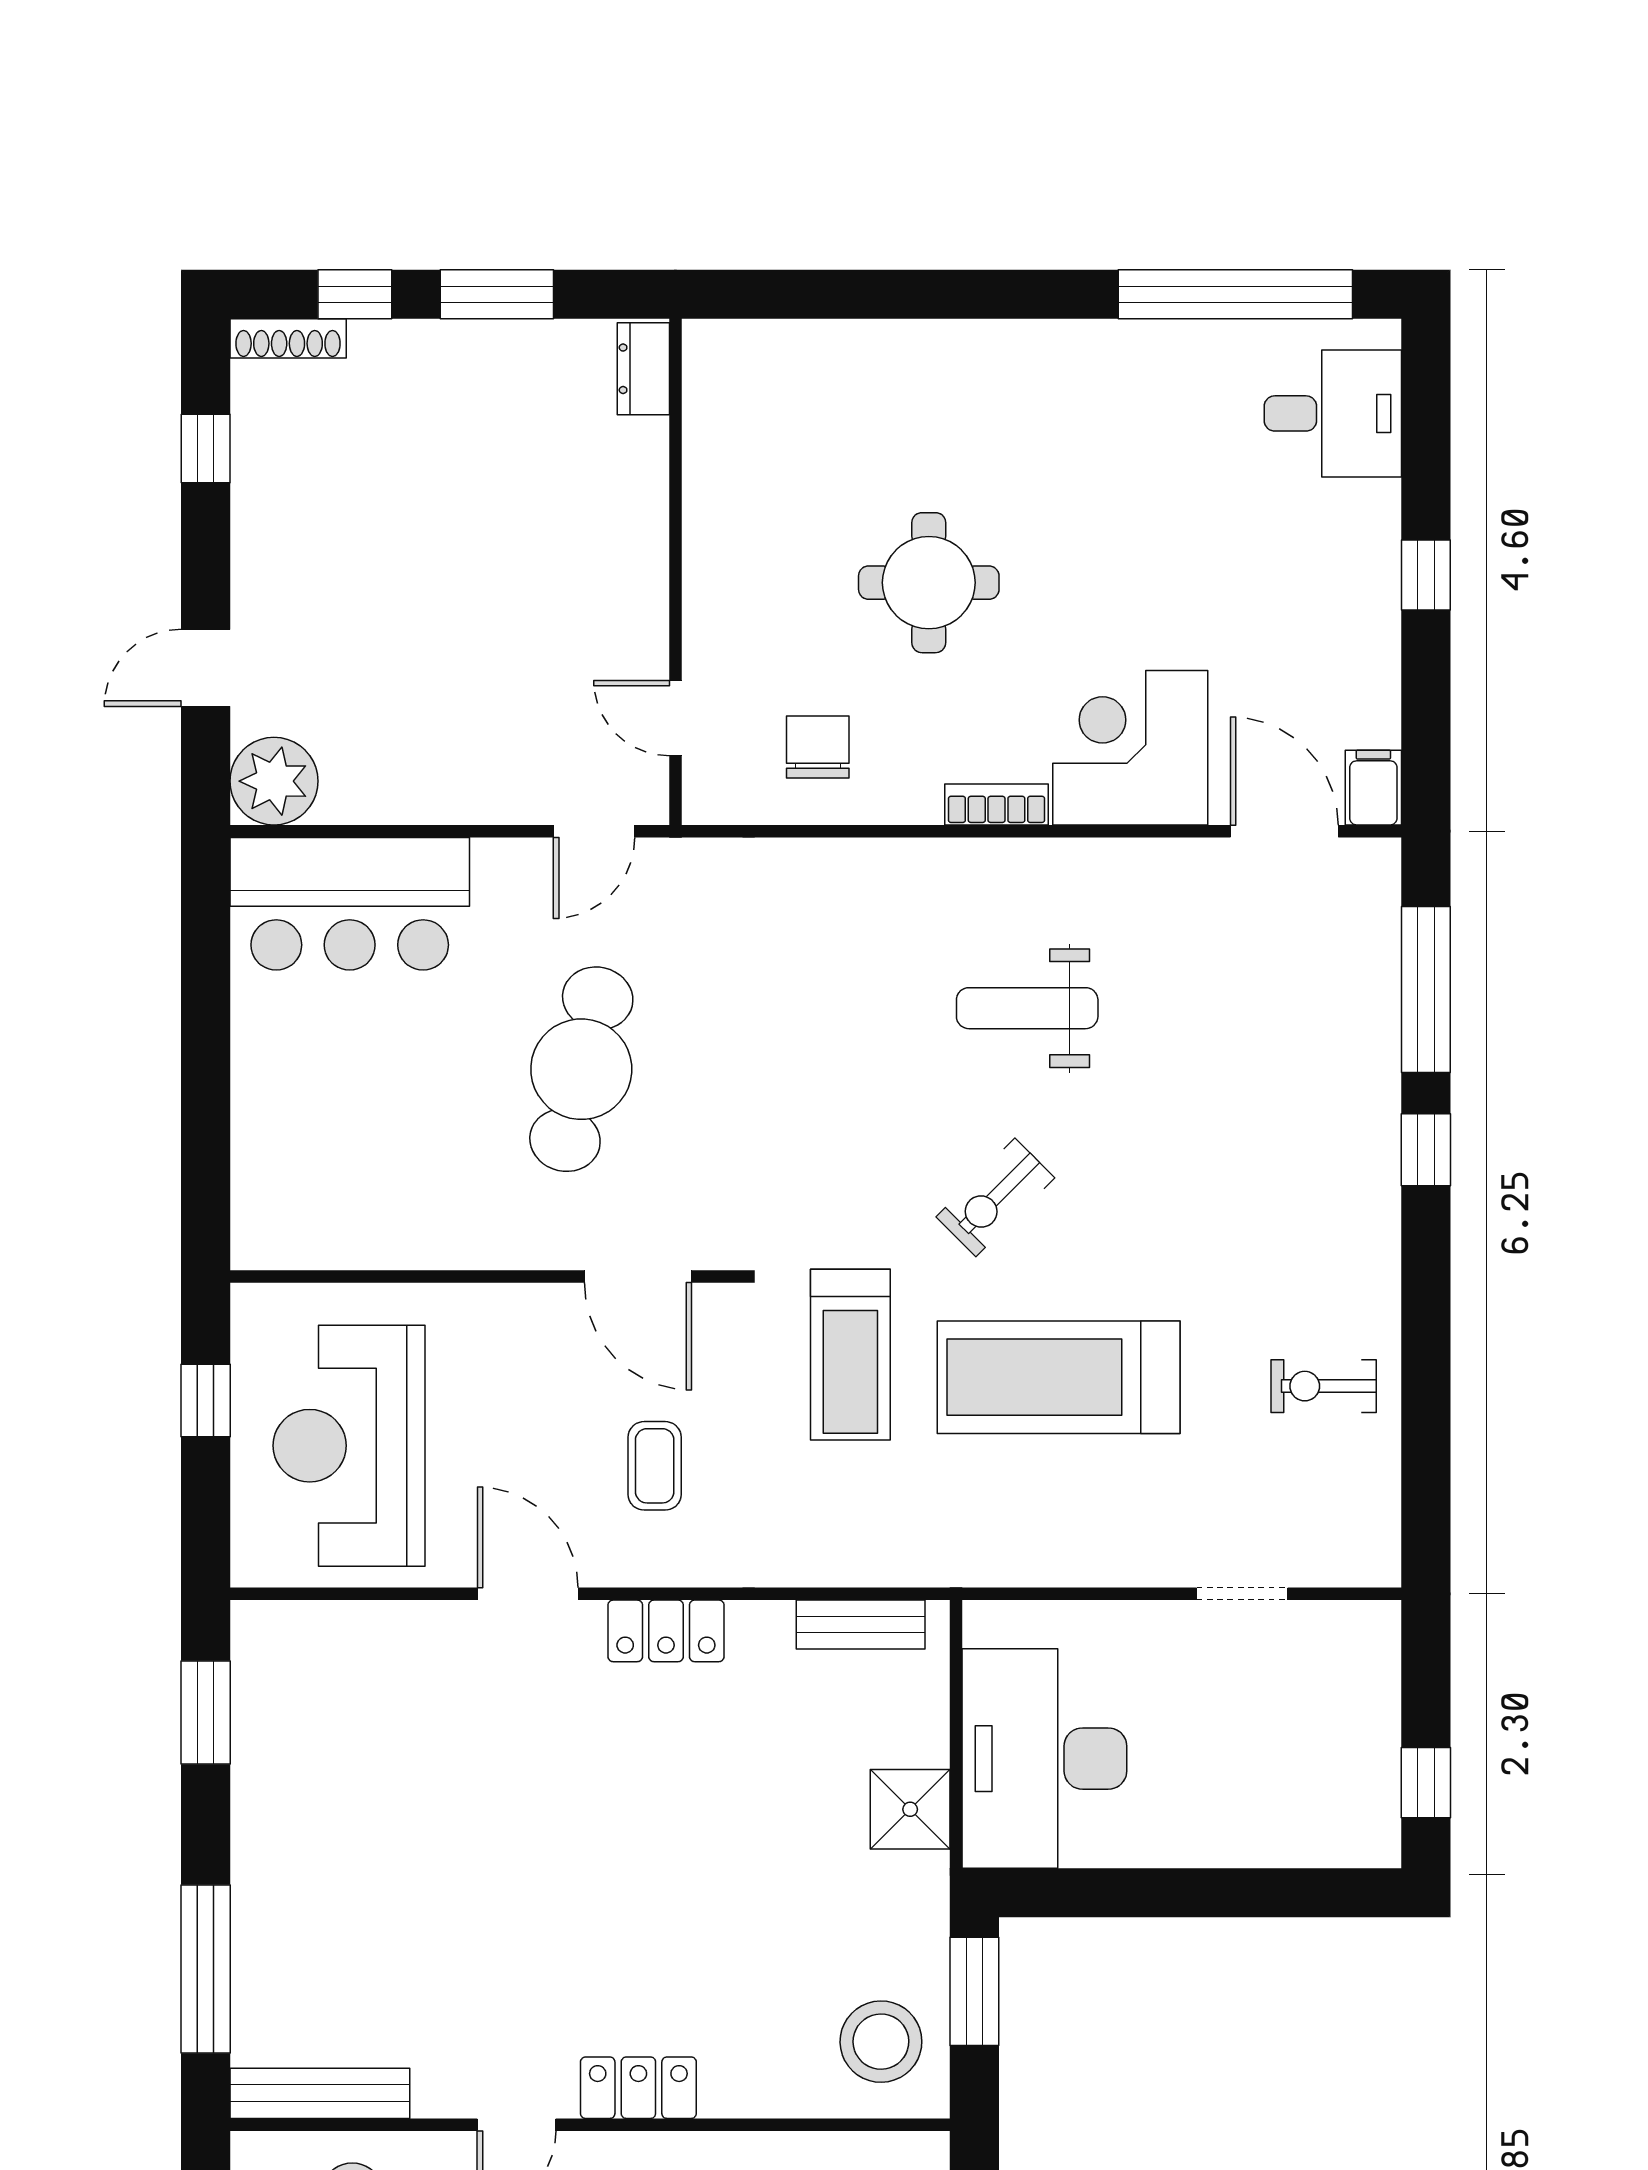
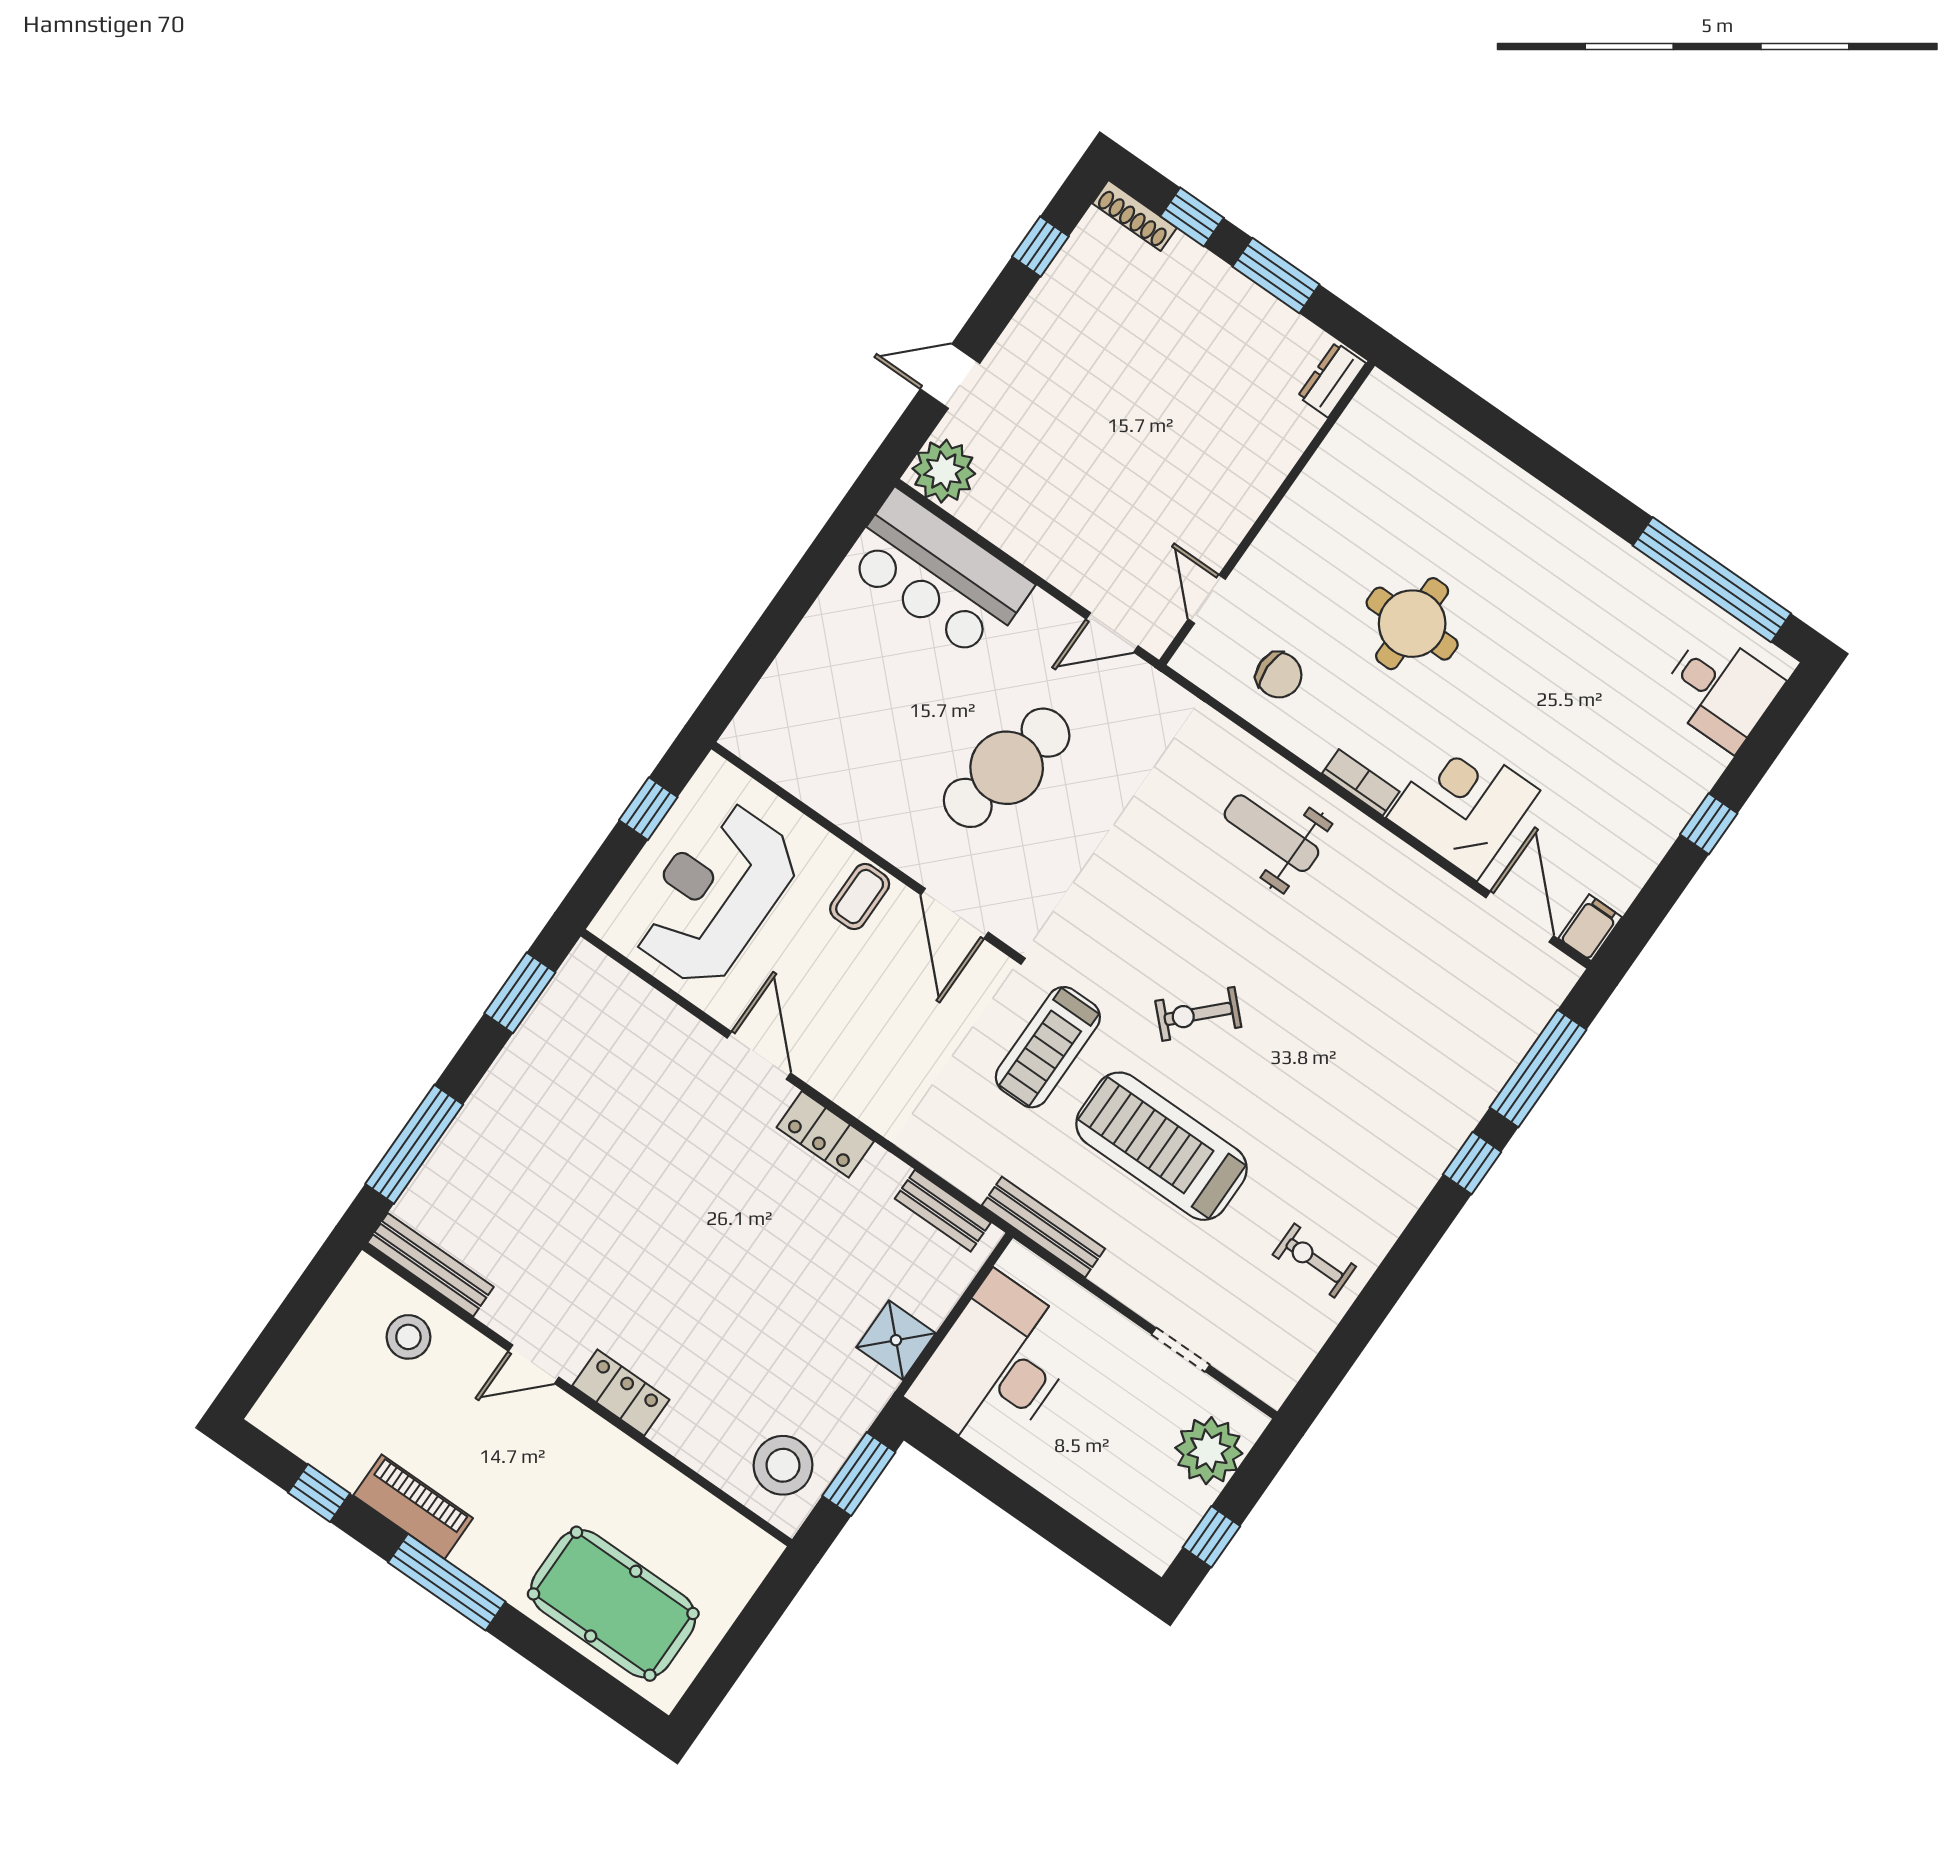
chair: (818, 747) -> (1279, 675), turned 90
weight bench: (1027, 1008) -> (1271, 833), moved
coffee table: (655, 1466) -> (860, 897), moved
bench: (988, 1563) -> (1043, 1227), added
plant: (1354, 1686) -> (1209, 1451), added

